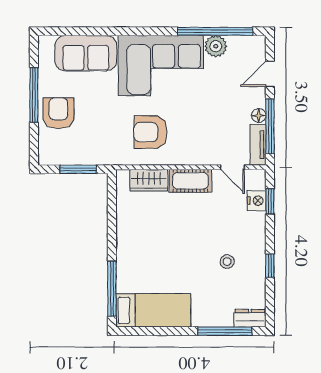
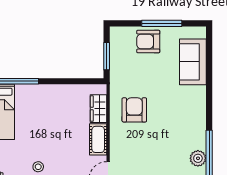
corner sofa: (161, 66) -> (184, 117), removed
armchair: (58, 113) -> (148, 42), turned 180

